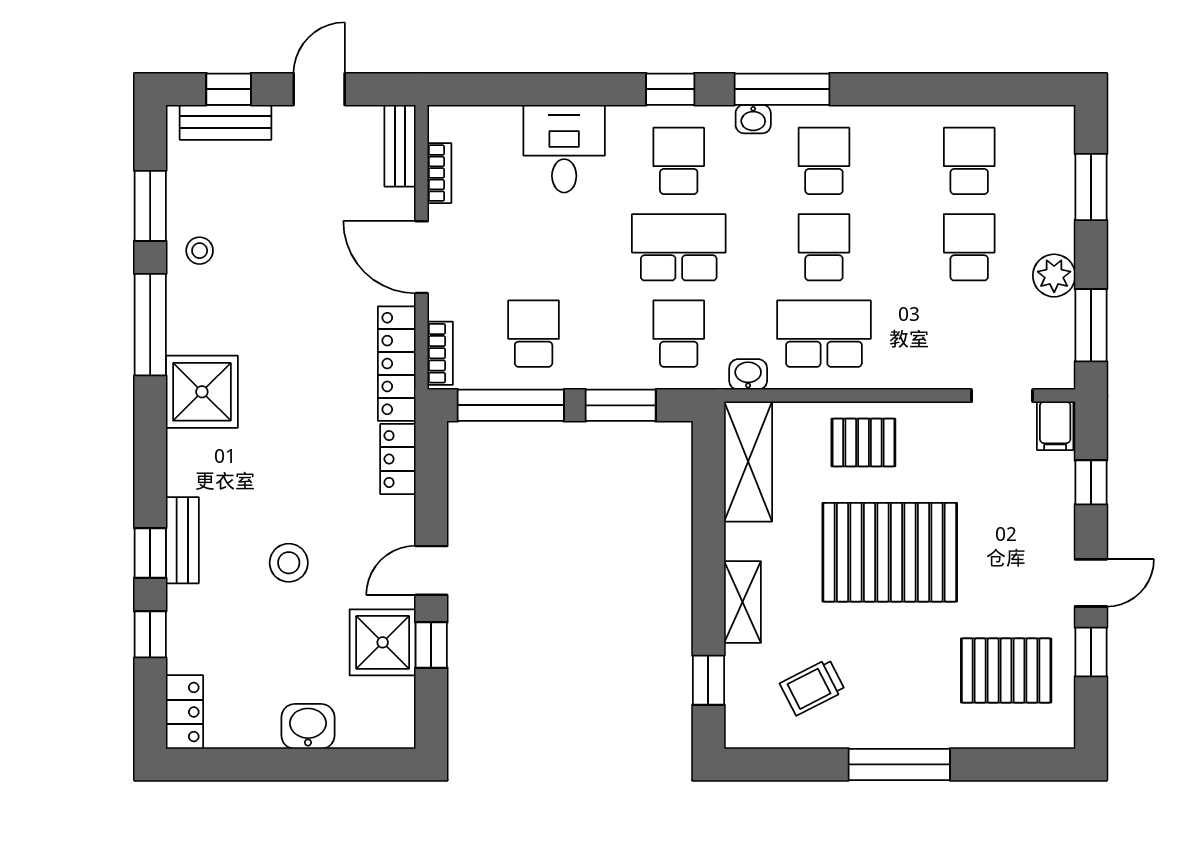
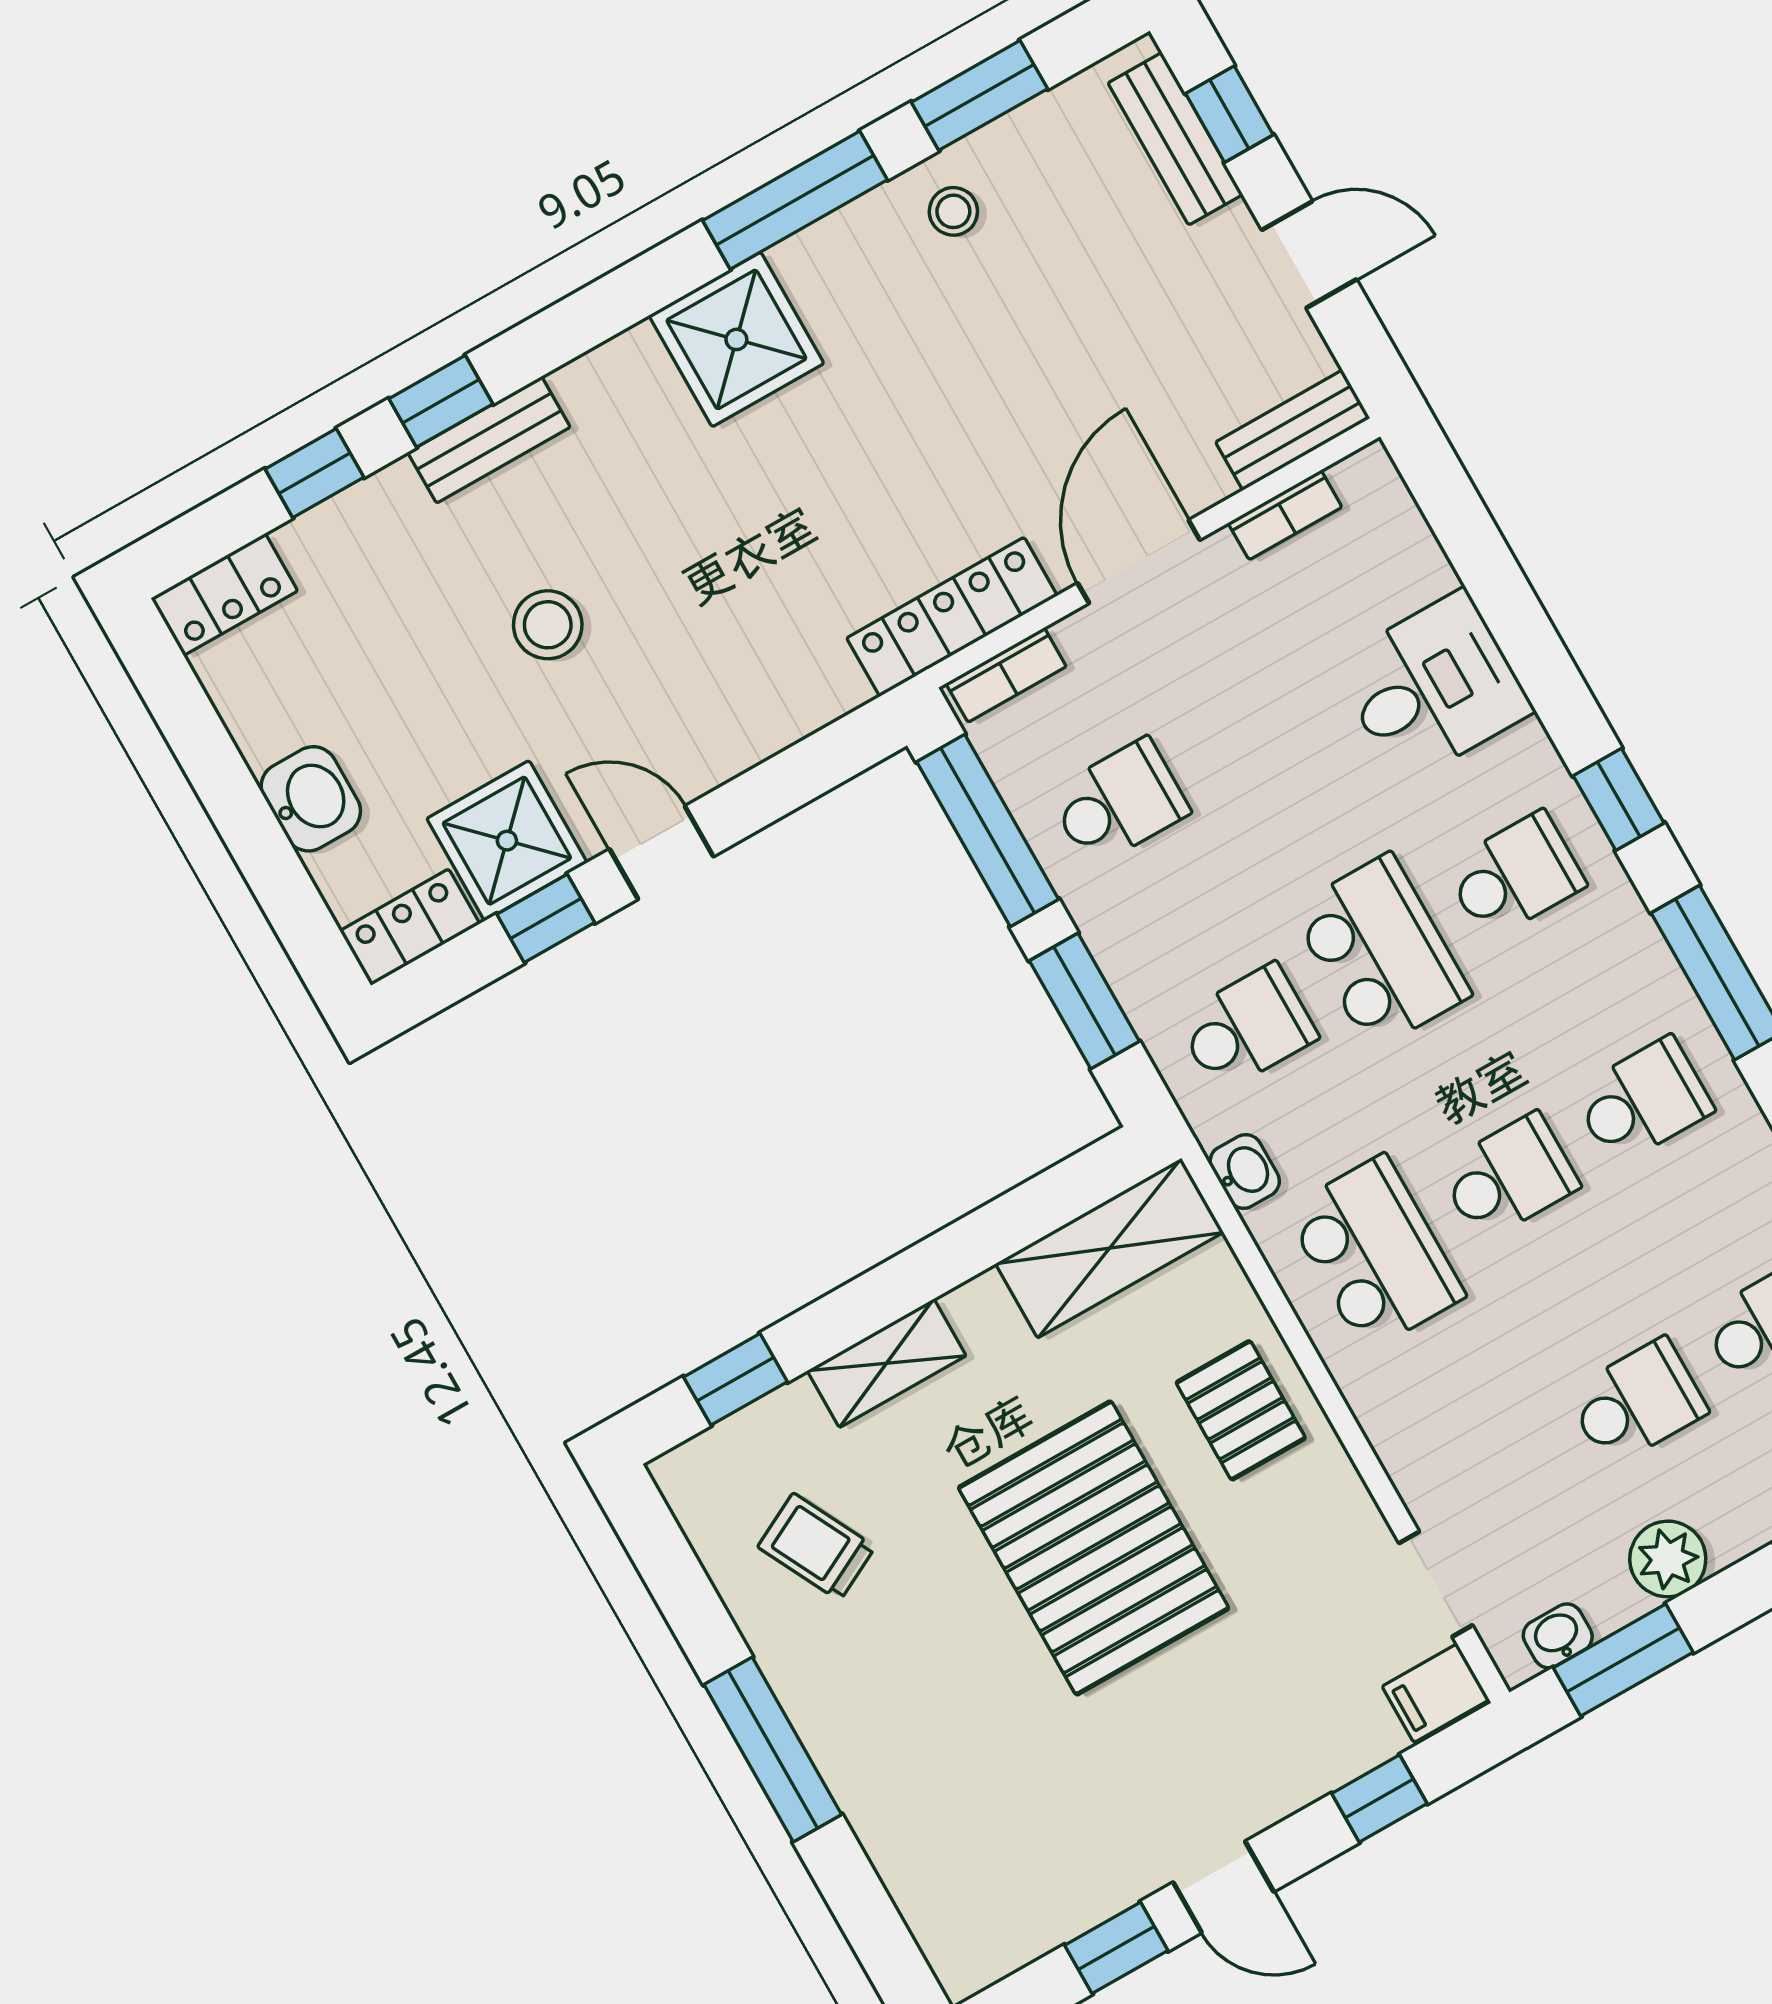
washbasin: (753, 119) -> (1558, 1636), moved, turned 90
locker: (398, 459) -> (410, 927), moved
pallet: (1006, 671) -> (1013, 1833), removed

